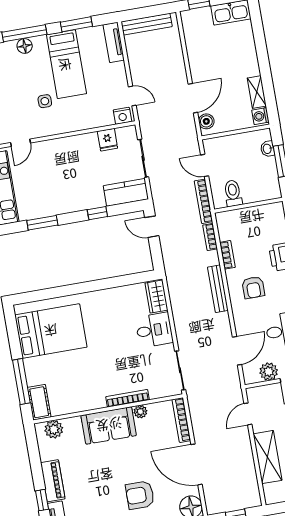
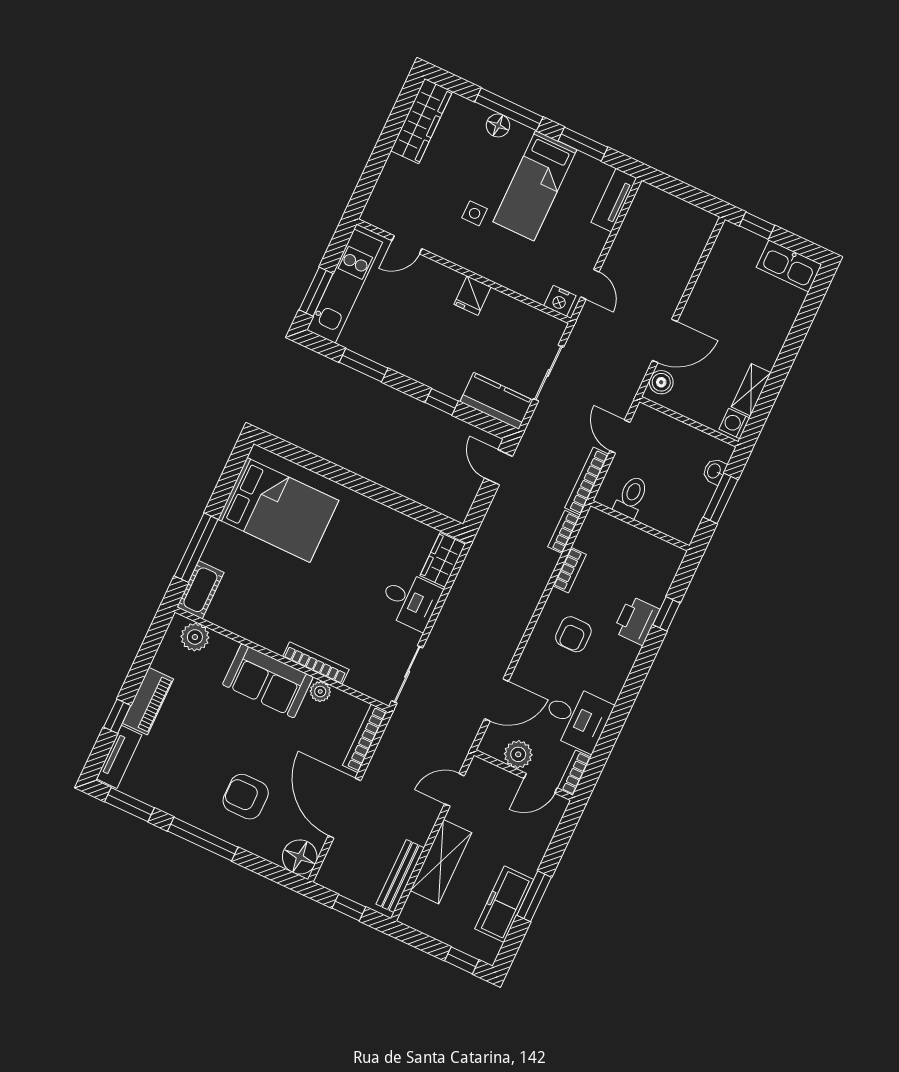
bench: (147, 24) -> (672, 206), removed
fridge: (107, 140) -> (472, 296), moved
bench: (218, 289) -> (400, 876), moved

